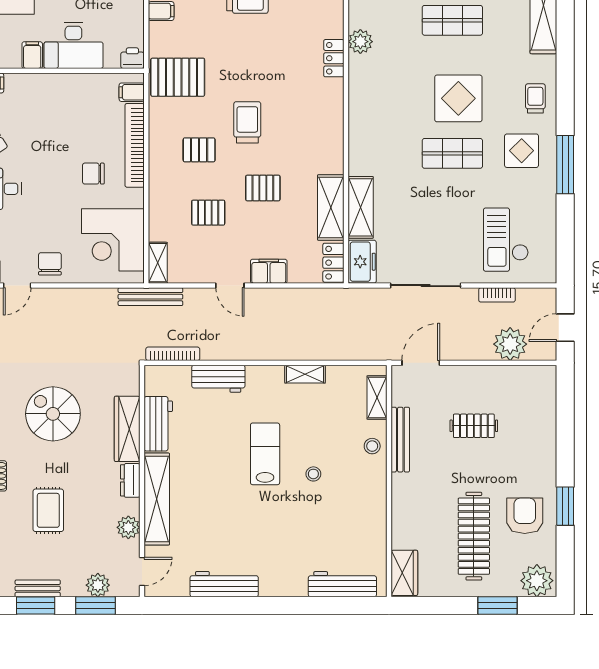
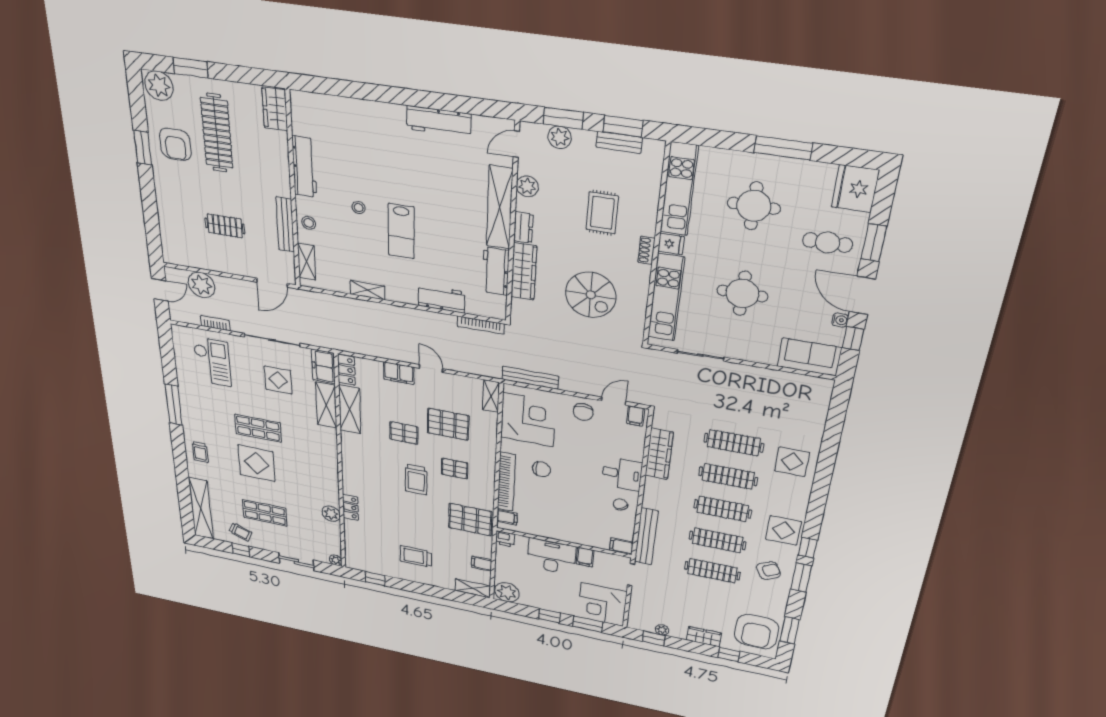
display table: (522, 151) -> (278, 380), moved
pallet: (208, 213) -> (448, 424), width x1.50, depth x1.42
bench: (150, 297) -> (530, 378), moved
workbench: (342, 584) -> (304, 167), moved, turned -90

